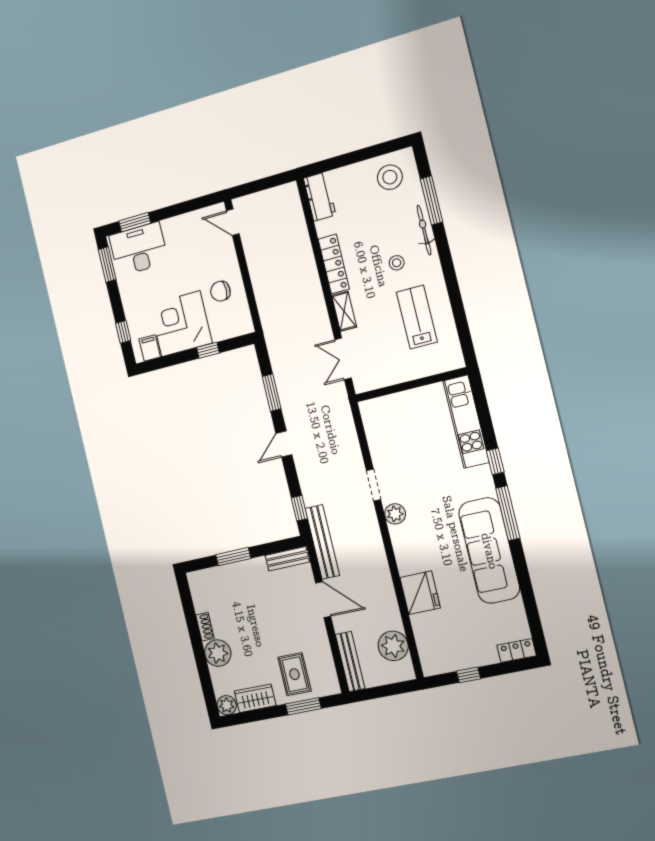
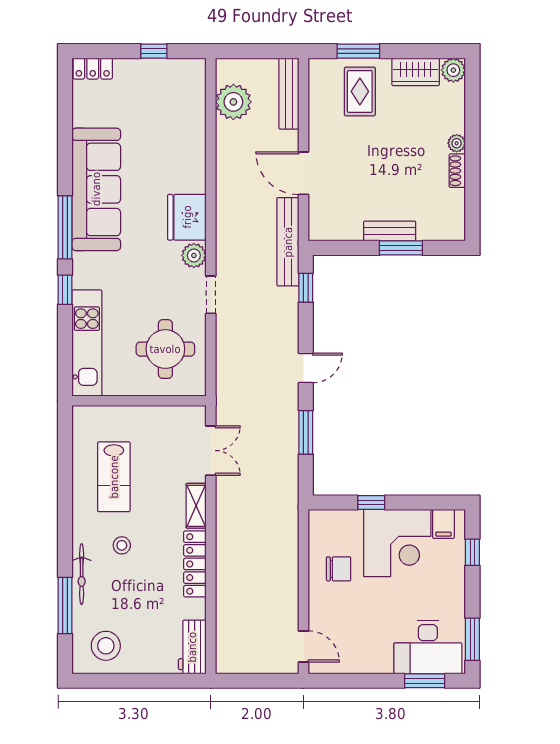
round table: (400, 432) -> (165, 349), added
bench: (287, 559) -> (390, 231), moved
fridge: (420, 593) -> (187, 217), moved
plant: (218, 653) -> (457, 143), width x0.53, depth x0.53

